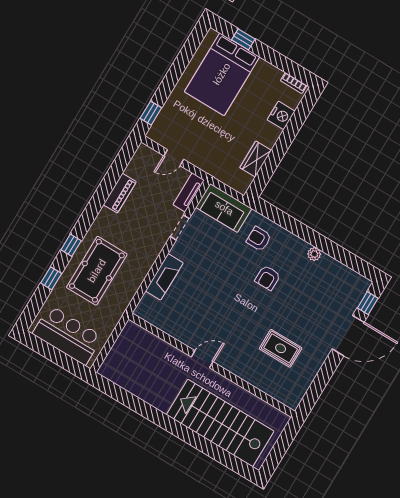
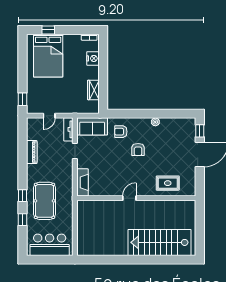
door: (202, 359) -> (129, 198), moved
wall: (212, 365) -> (136, 198), moved

